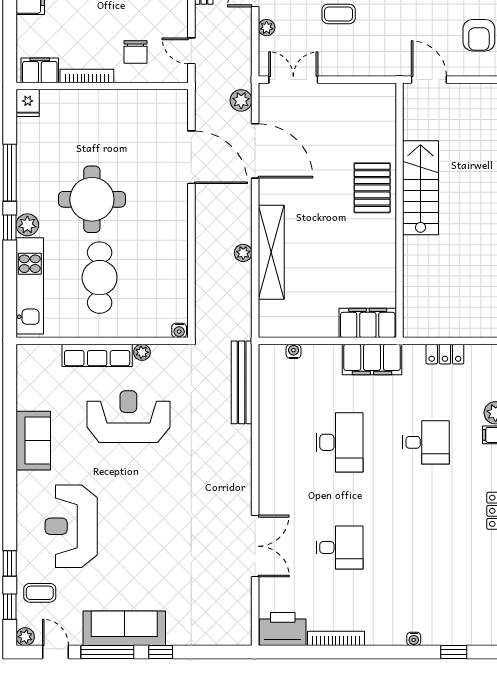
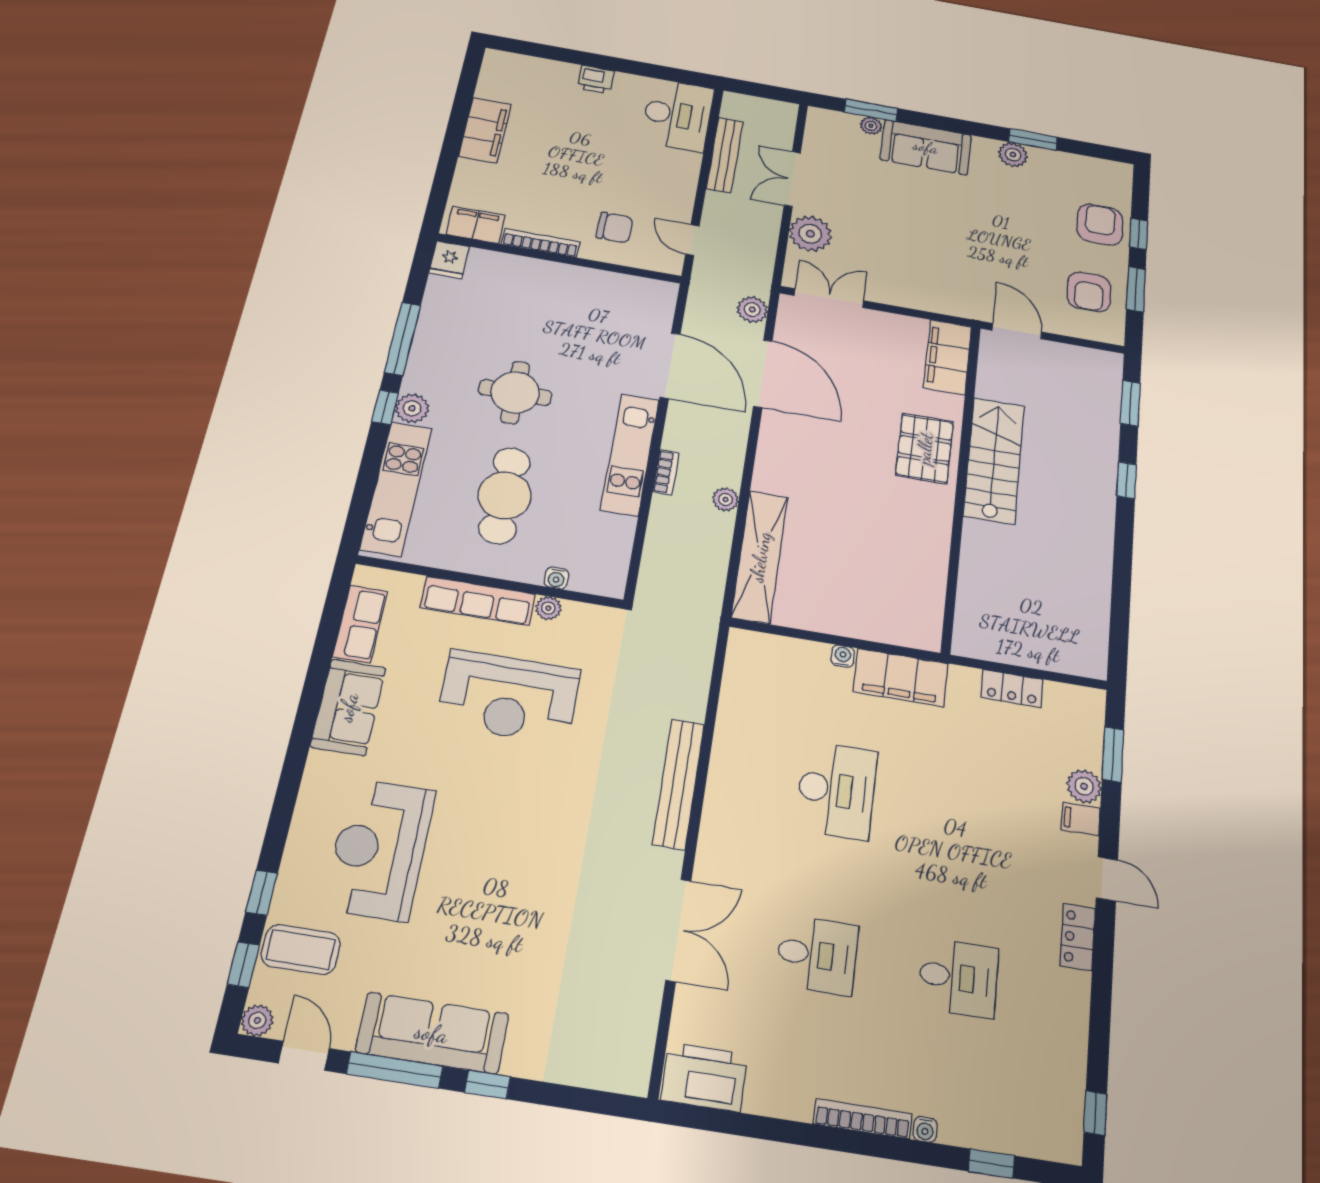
coffee table: (339, 14) -> (901, 234), removed
plant: (267, 28) -> (810, 234), width x1.88, depth x1.88
chair: (136, 52) -> (615, 228), turned -89
round table: (92, 199) -> (515, 393), width x0.73, depth x0.73
kitchen unit: (175, 231) -> (630, 454), added
bookcase: (201, 240) -> (666, 472), added
shelving: (271, 252) -> (760, 557), moved
filing cabinet: (368, 323) -> (948, 357), moved, turned -90
water cooler: (179, 330) -> (556, 578), moved
water cooler: (294, 351) -> (843, 656), moved
bench: (242, 382) -> (678, 784), moved
row of seats: (28, 384) -> (360, 624), added
reception desk: (128, 417) -> (509, 697), turned 180
desk: (426, 442) -> (958, 978), moved
coffee table: (40, 593) -> (301, 950), width x1.36, depth x1.30
bookcase: (336, 638) -> (863, 1119), moved

